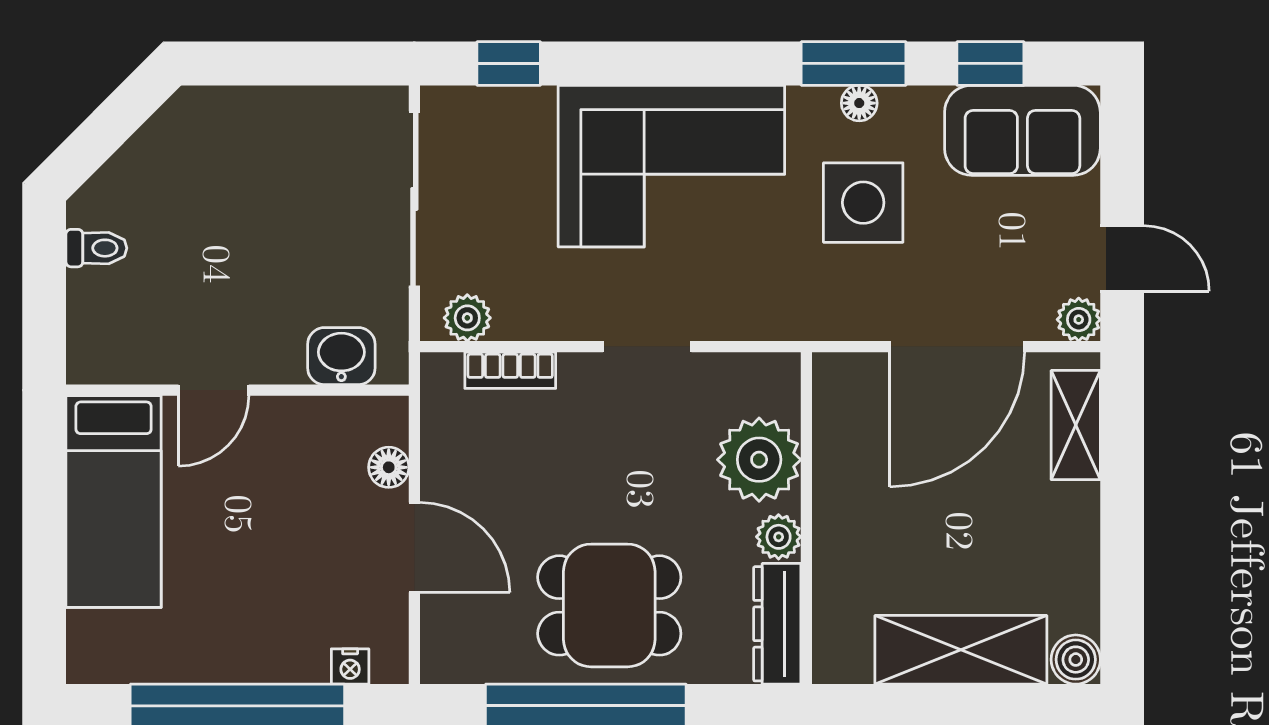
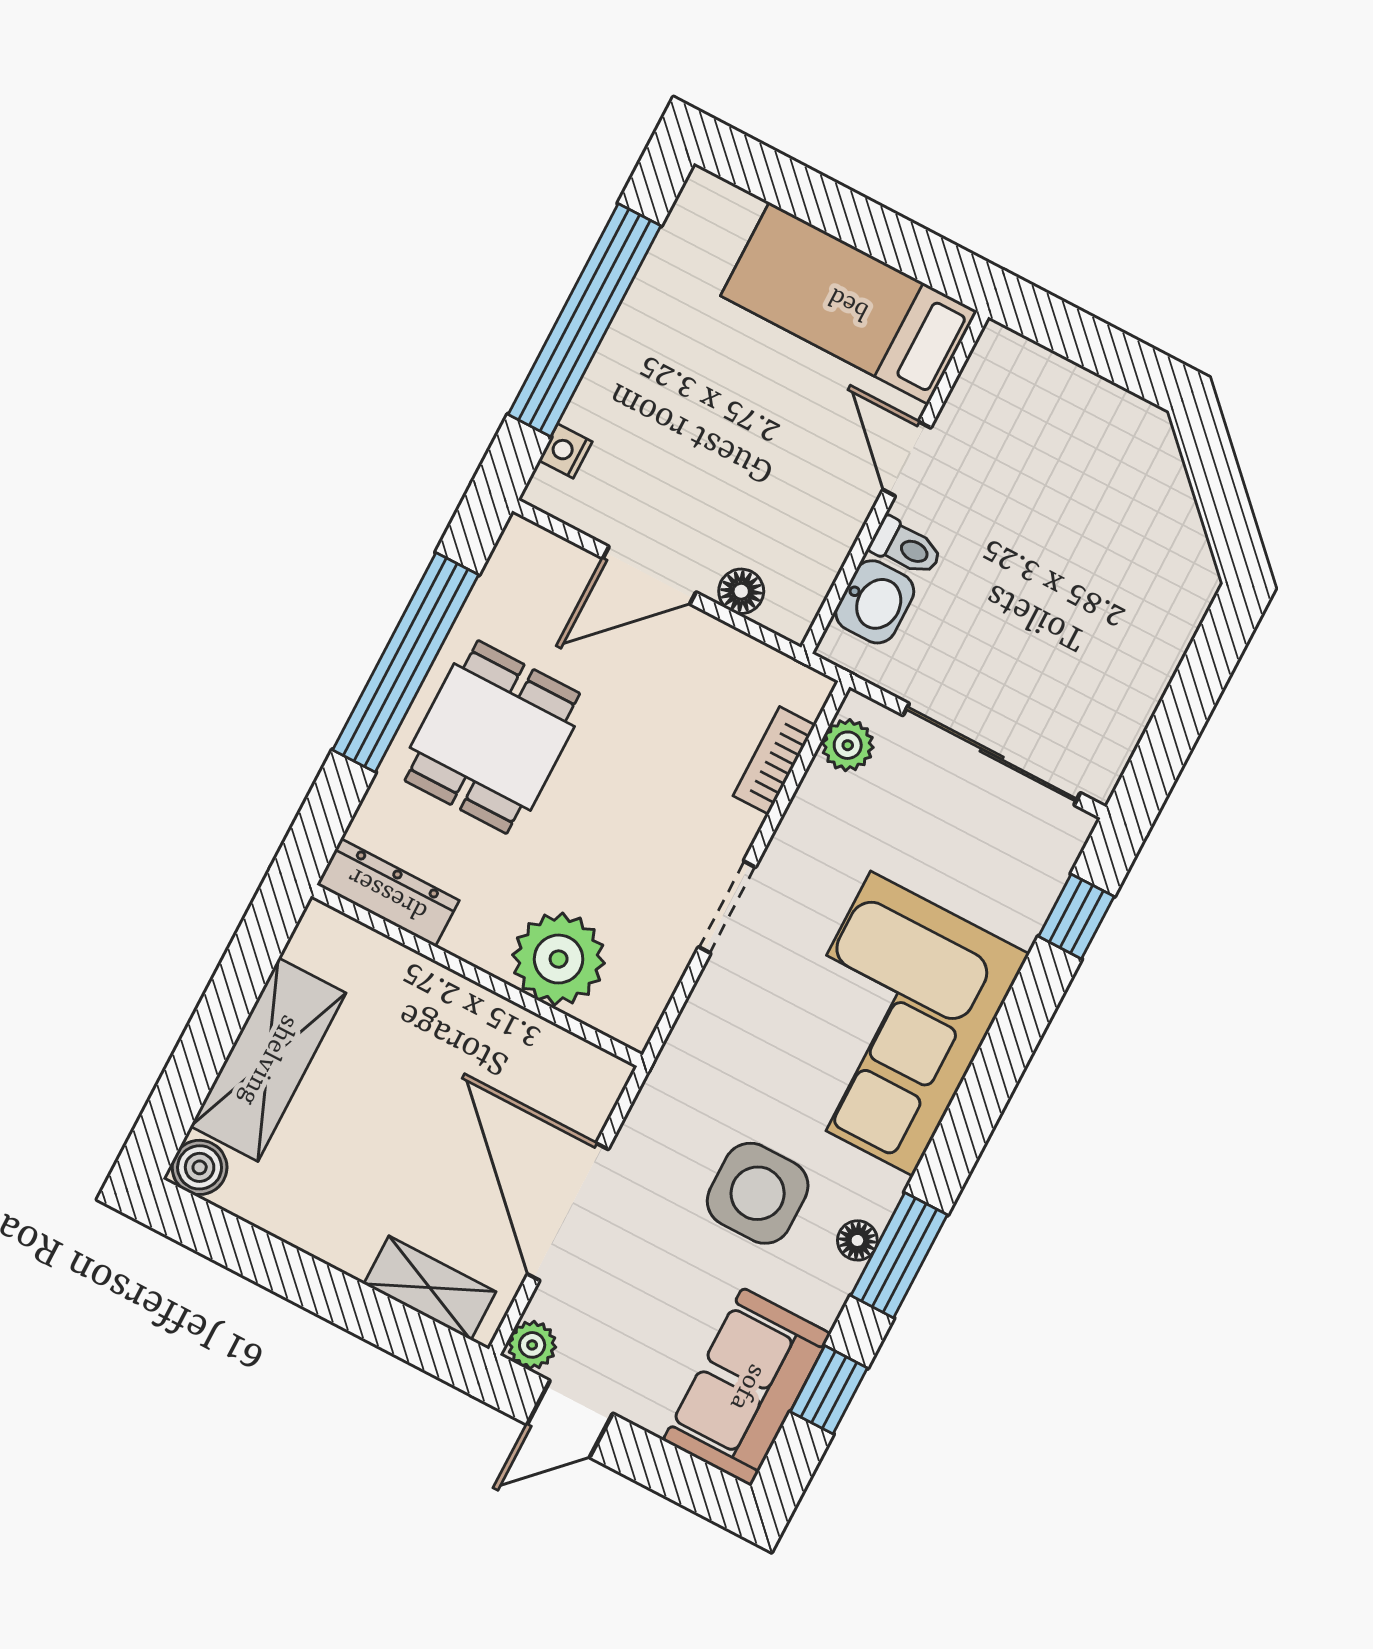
toilet: (96, 248) -> (906, 547), moved, turned -90
plant: (779, 537) -> (473, 939), removed

